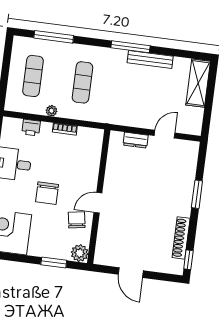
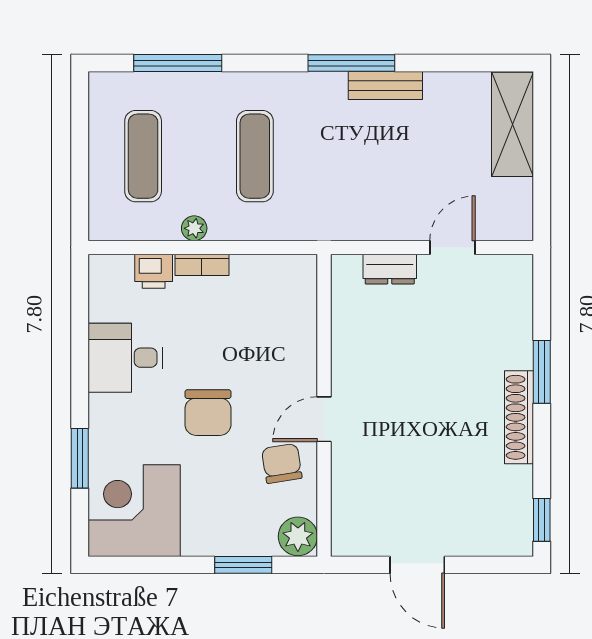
bench: (150, 59) -> (385, 85), width x0.73
bookcase: (65, 129) -> (202, 265), moved
shoe rack: (181, 238) -> (519, 417), moved

